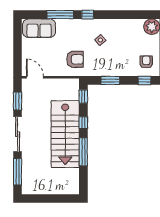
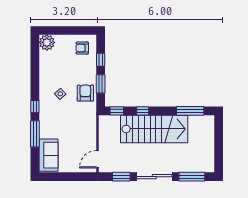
armchair: (75, 59) -> (85, 93), moved
window: (145, 80) -> (101, 60), moved
window: (83, 152) -> (190, 111), moved

